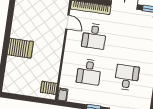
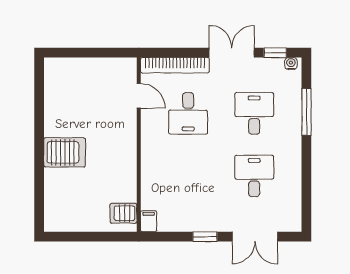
desk: (89, 72) -> (254, 113), moved, turned 180

